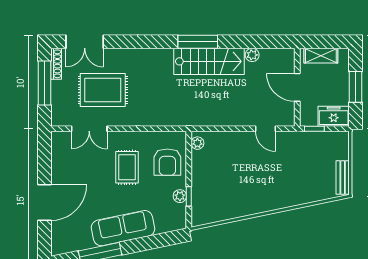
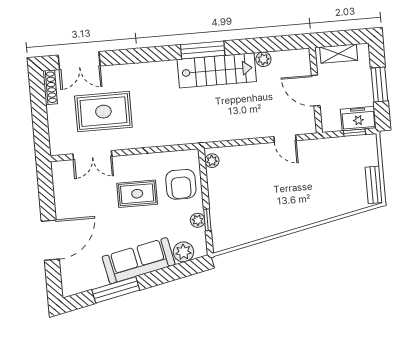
window: (44, 83) -> (39, 109), removed
window: (314, 129) -> (354, 133), moved
rug: (127, 167) -> (137, 194), turned 90
plant: (164, 224) -> (183, 252), added

